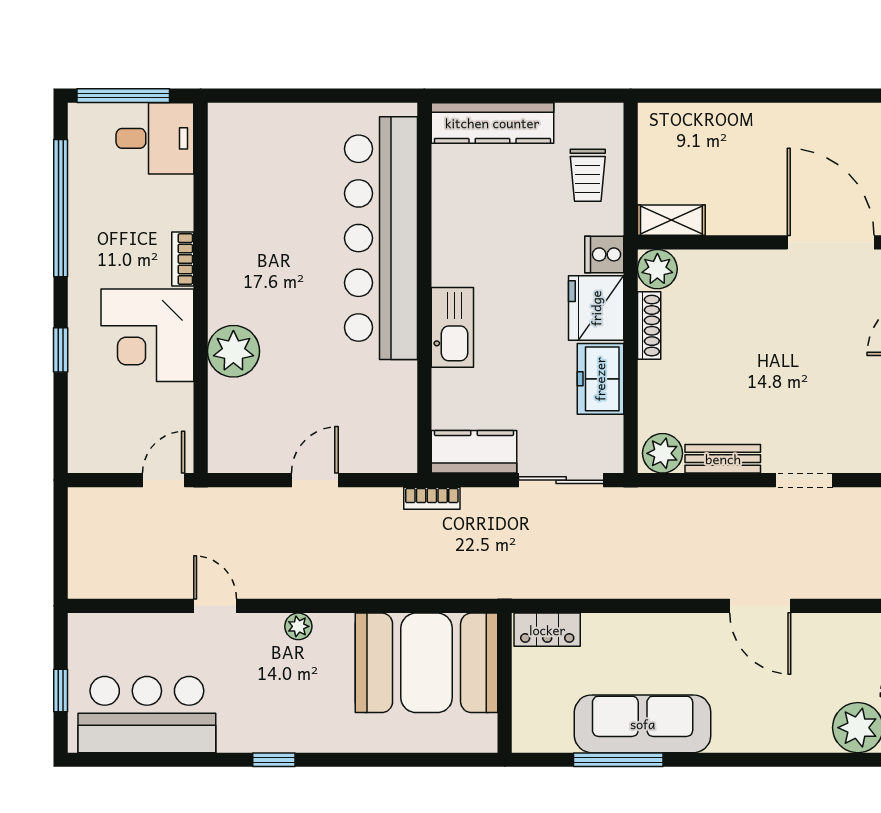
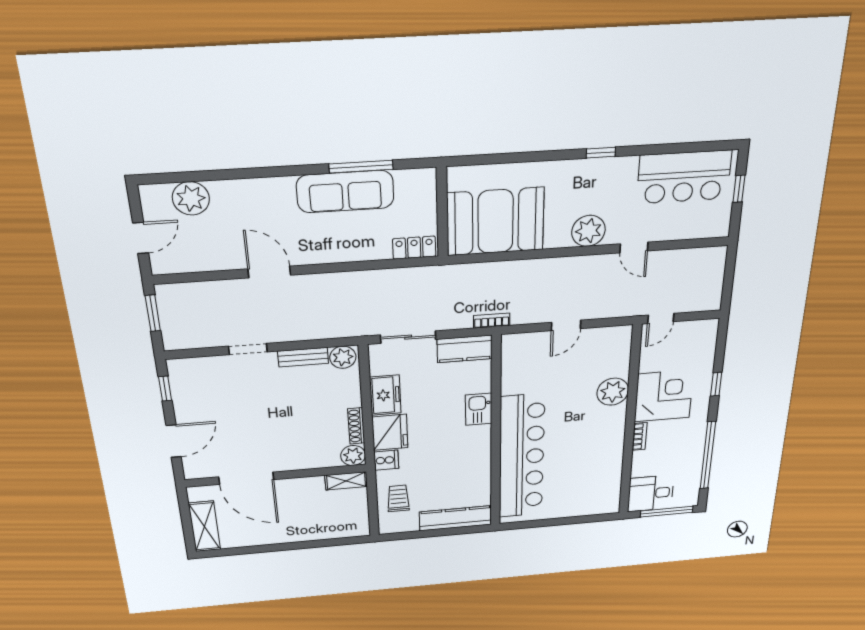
kitchen sink: (452, 327) -> (479, 409), width x0.73
plant: (298, 626) -> (588, 231), width x1.88, depth x1.88

